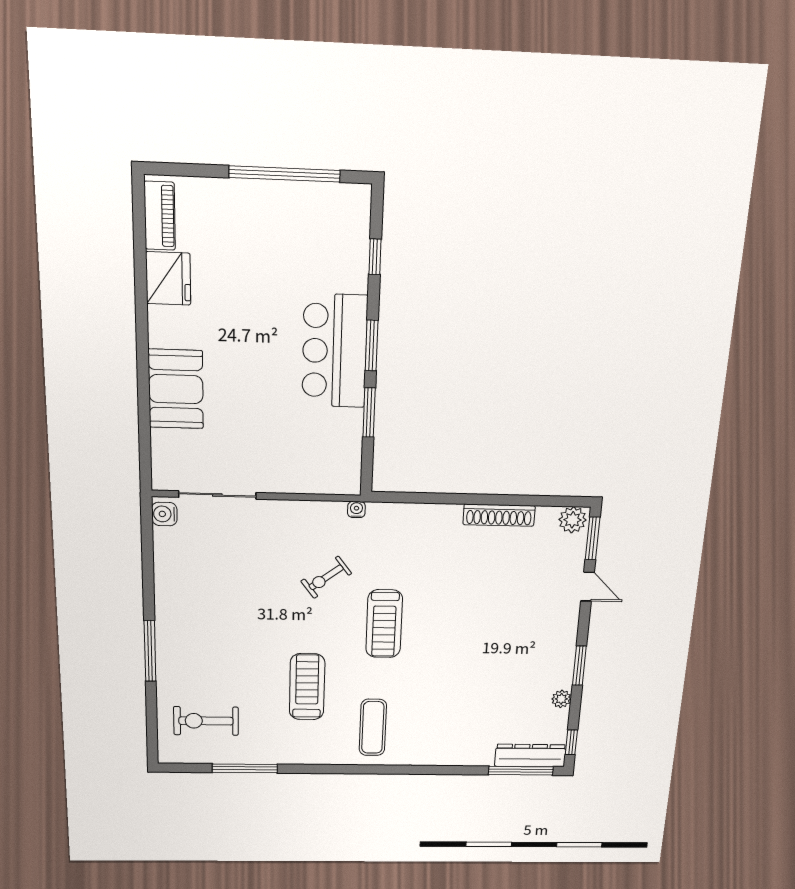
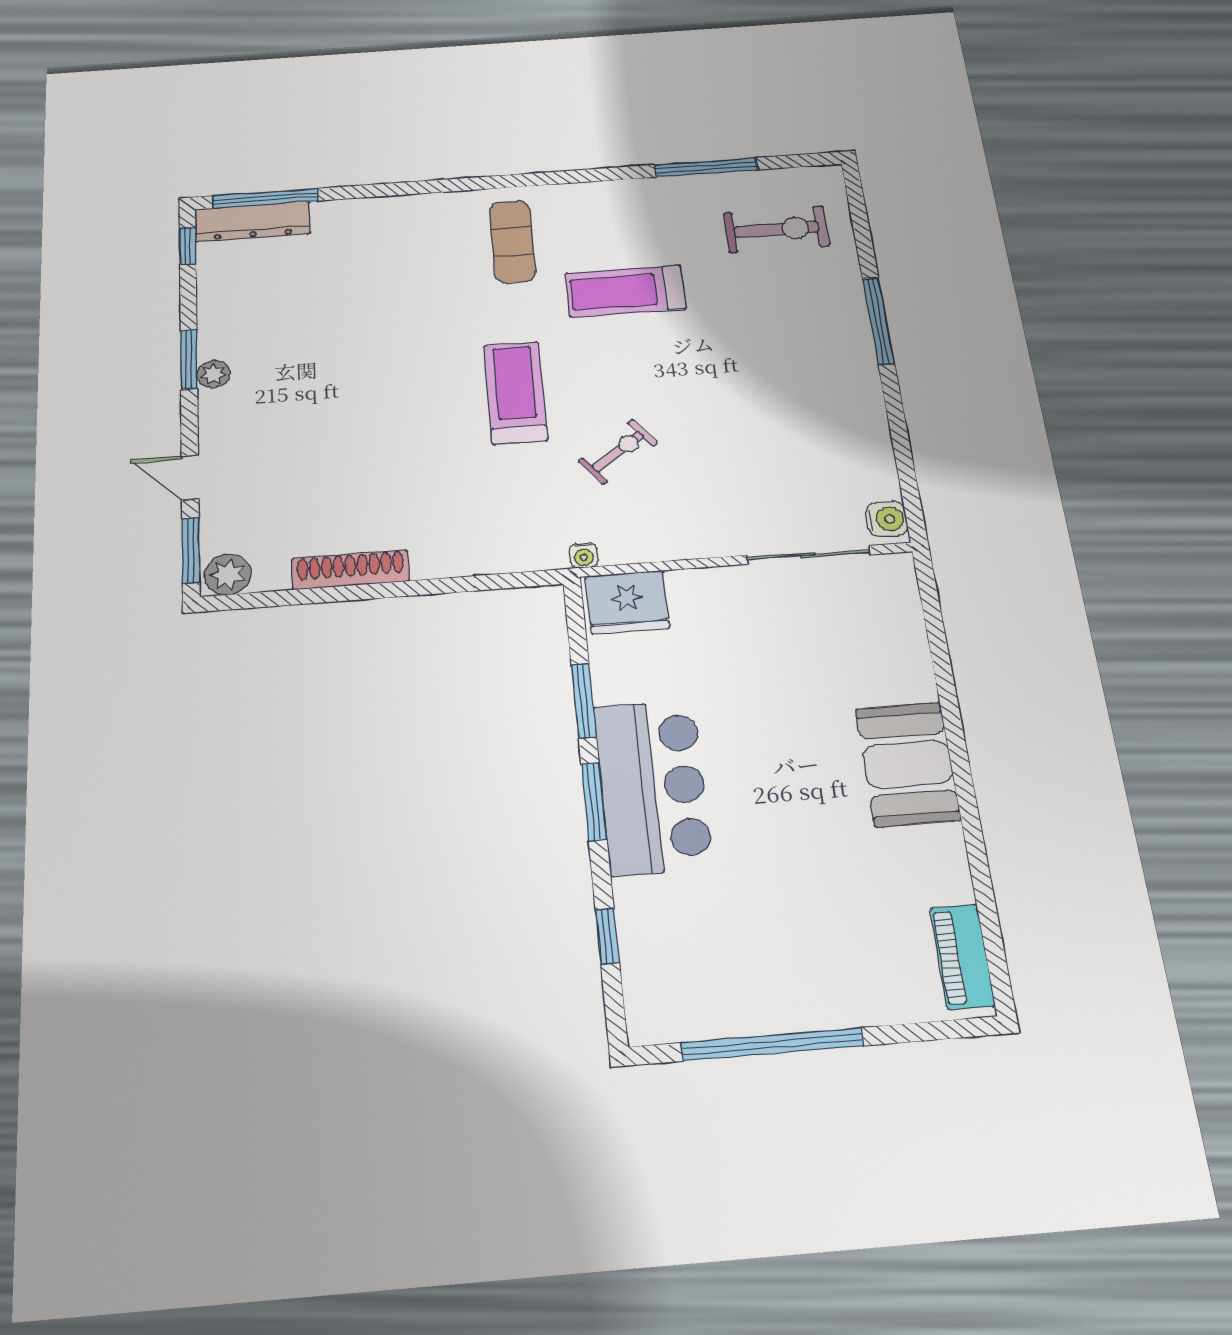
fridge: (168, 278) -> (627, 602), moved, turned -90
booth: (176, 389) -> (908, 764), moved
treadmill: (307, 687) -> (625, 291), turned 90
plant: (561, 699) -> (213, 374), moved

